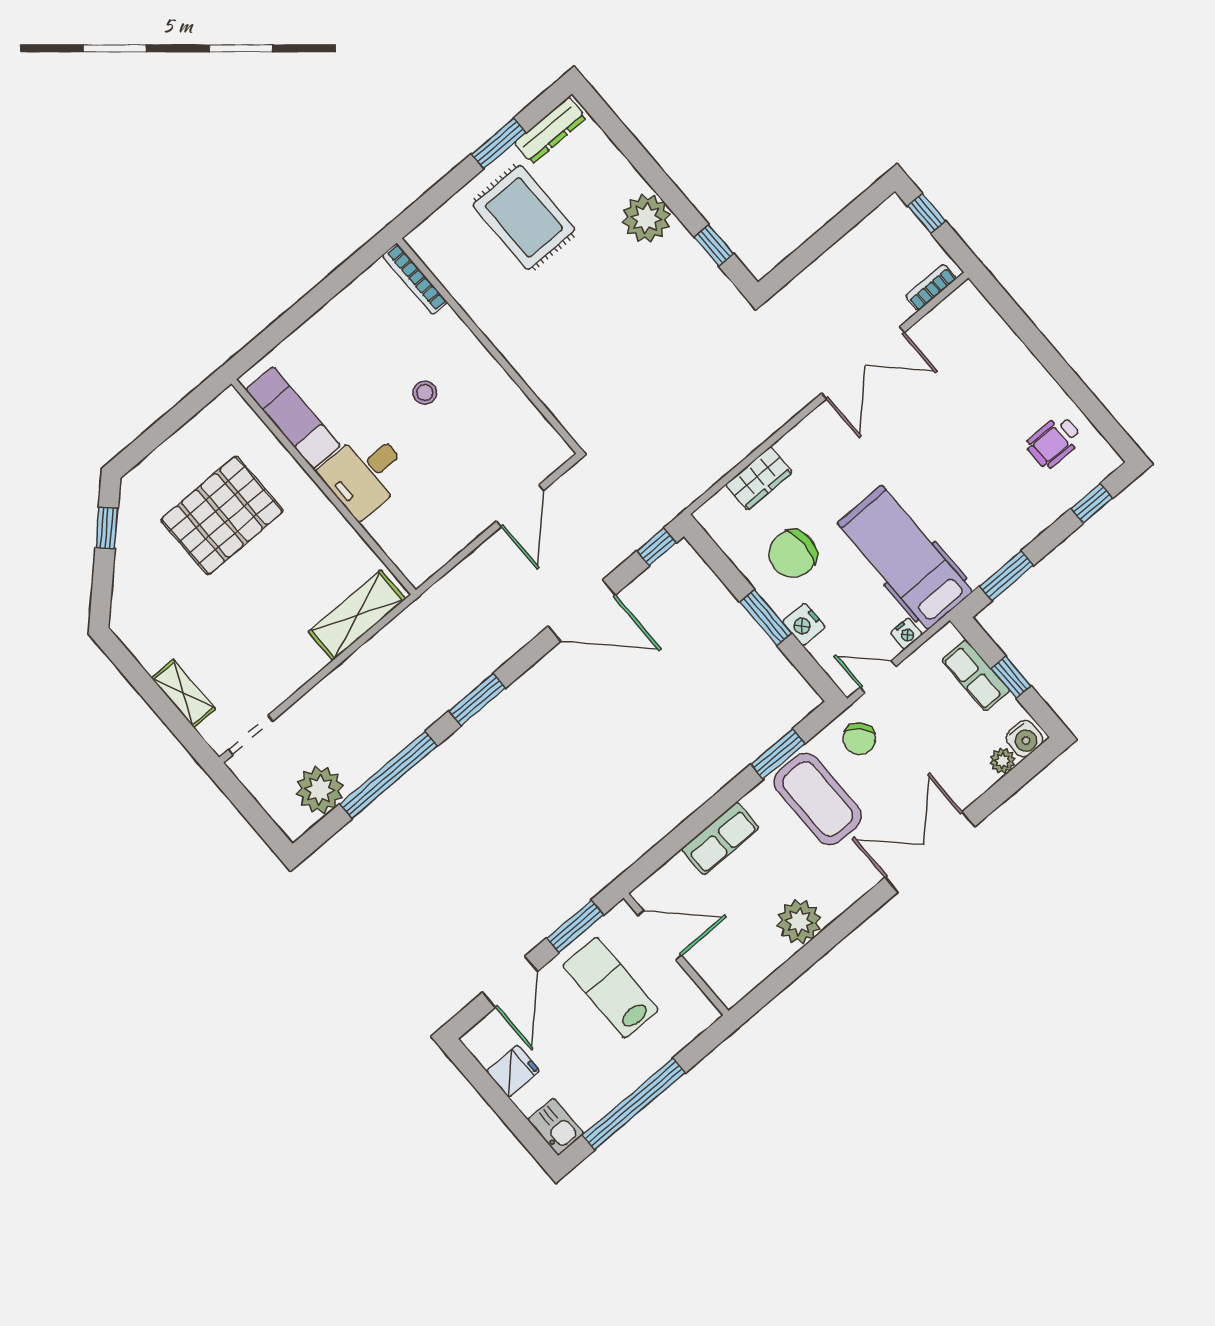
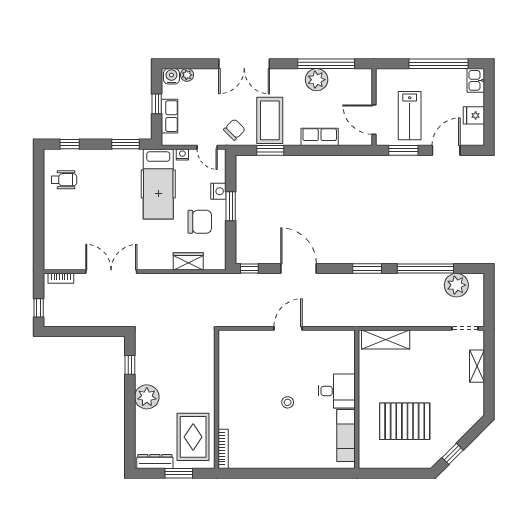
bookcase: (415, 279) -> (223, 449), moved
wall: (489, 346) -> (217, 399), moved
window: (805, 958) -> (326, 64), added

